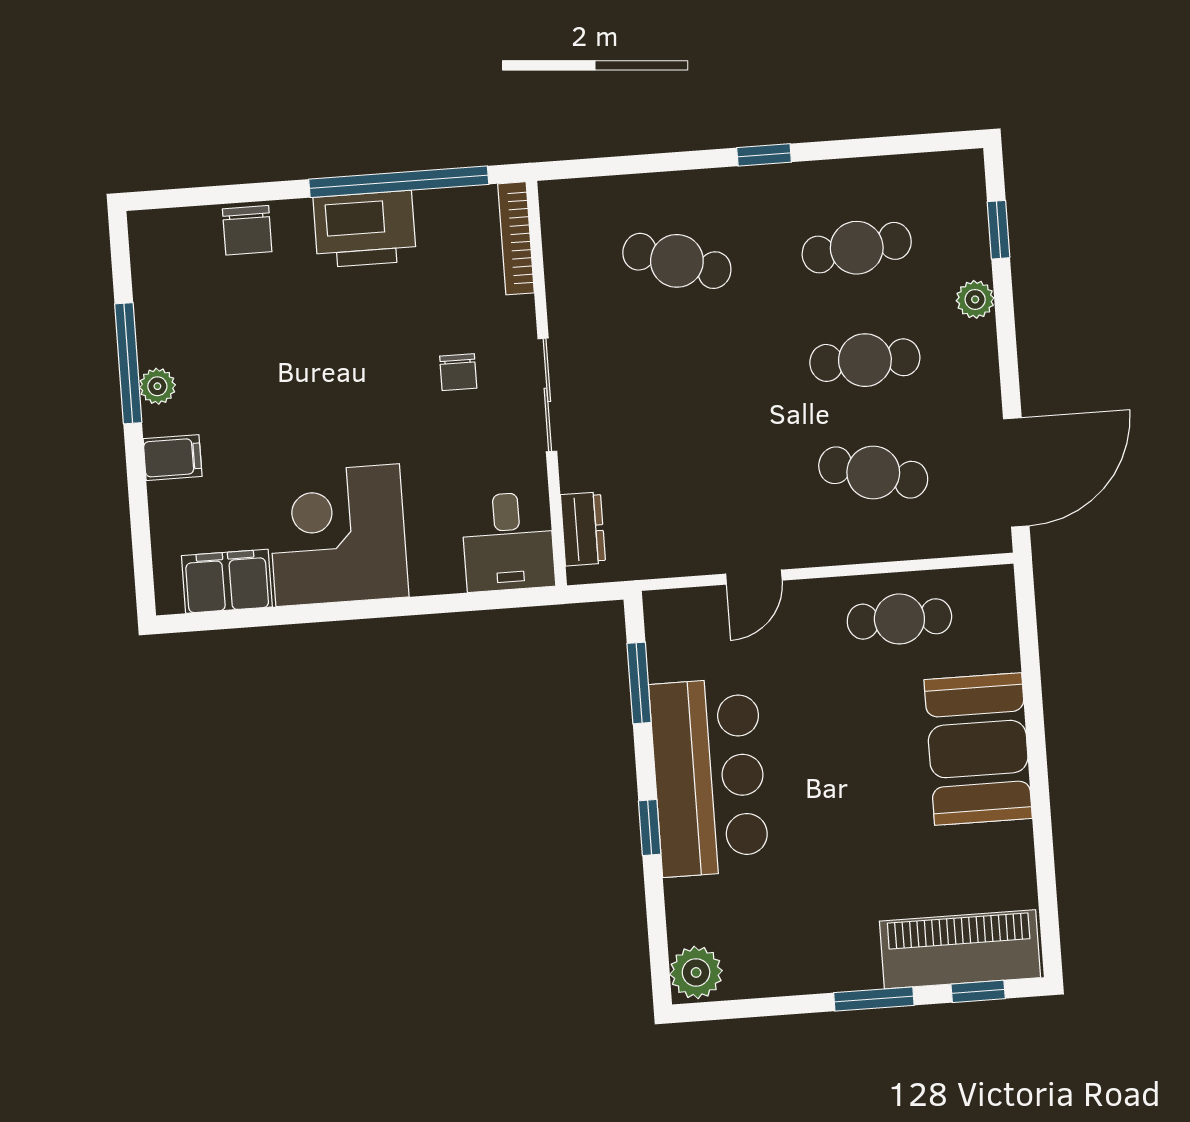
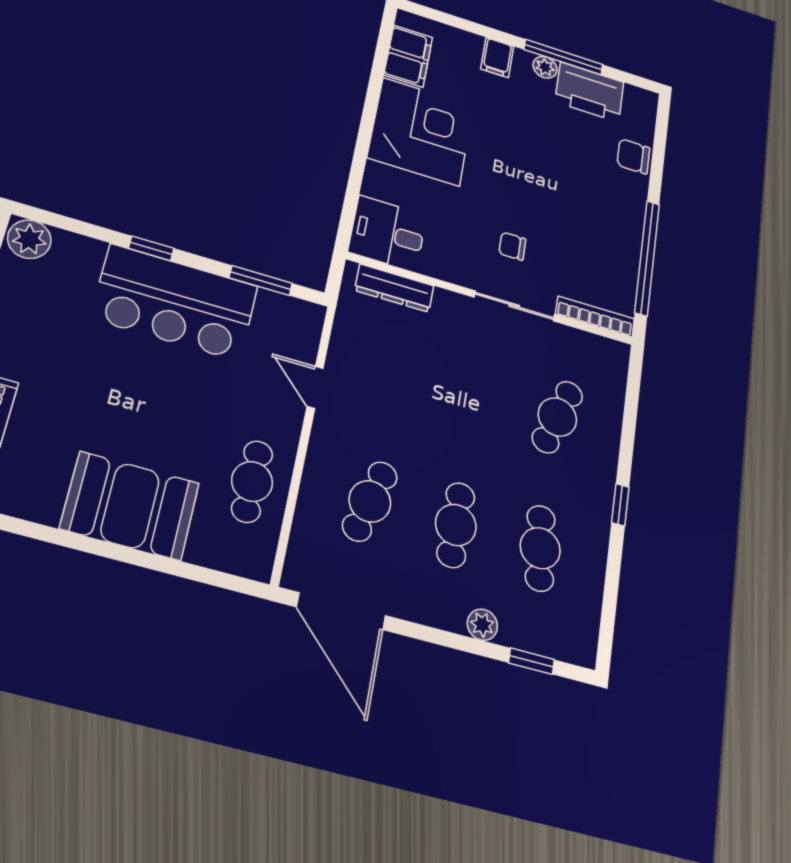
printer: (365, 229) -> (589, 92), moved, turned -90
sliding door: (547, 395) -> (514, 306), moved
dresser: (583, 529) -> (394, 288), width x1.44

